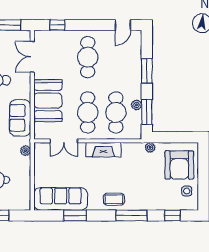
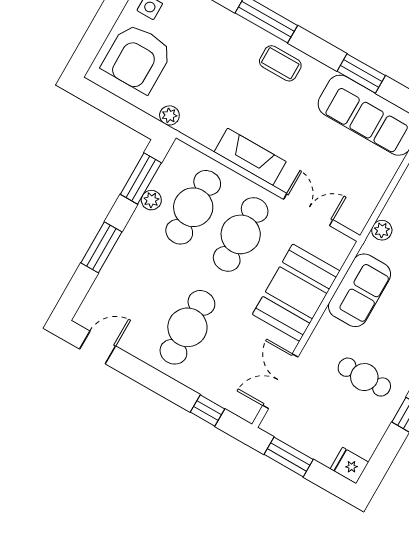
double door: (32, 57) -> (280, 381), swing flipped
armchair: (179, 165) -> (137, 58), turned 180

